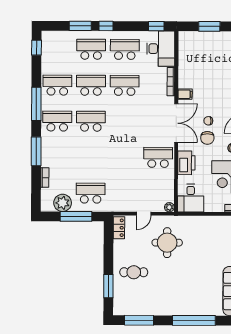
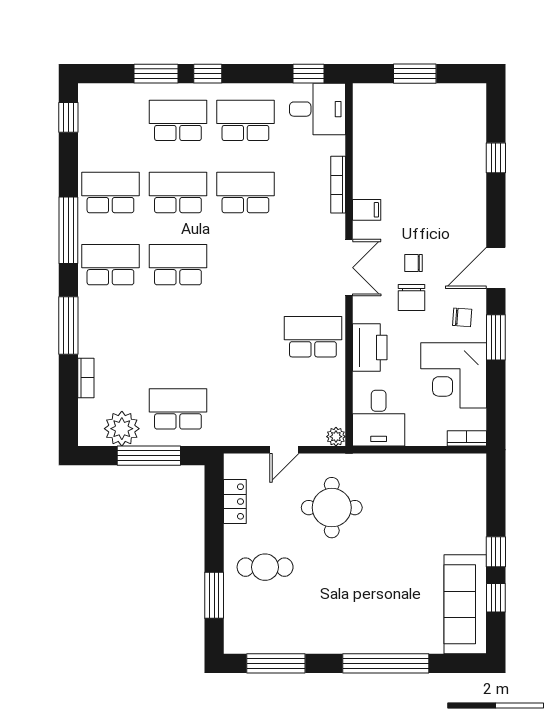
desk: (161, 49) -> (317, 109), width x0.73
double door: (176, 123) -> (349, 268), width x0.73
locker: (119, 228) -> (235, 502), moved

